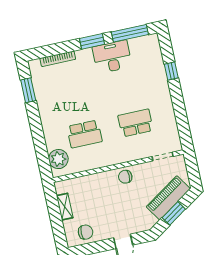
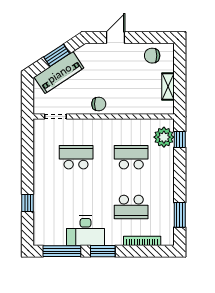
school desk: (75, 88) -> (131, 207), added
school desk: (136, 123) -> (76, 157), turned 180
window: (43, 160) -> (180, 139), added

